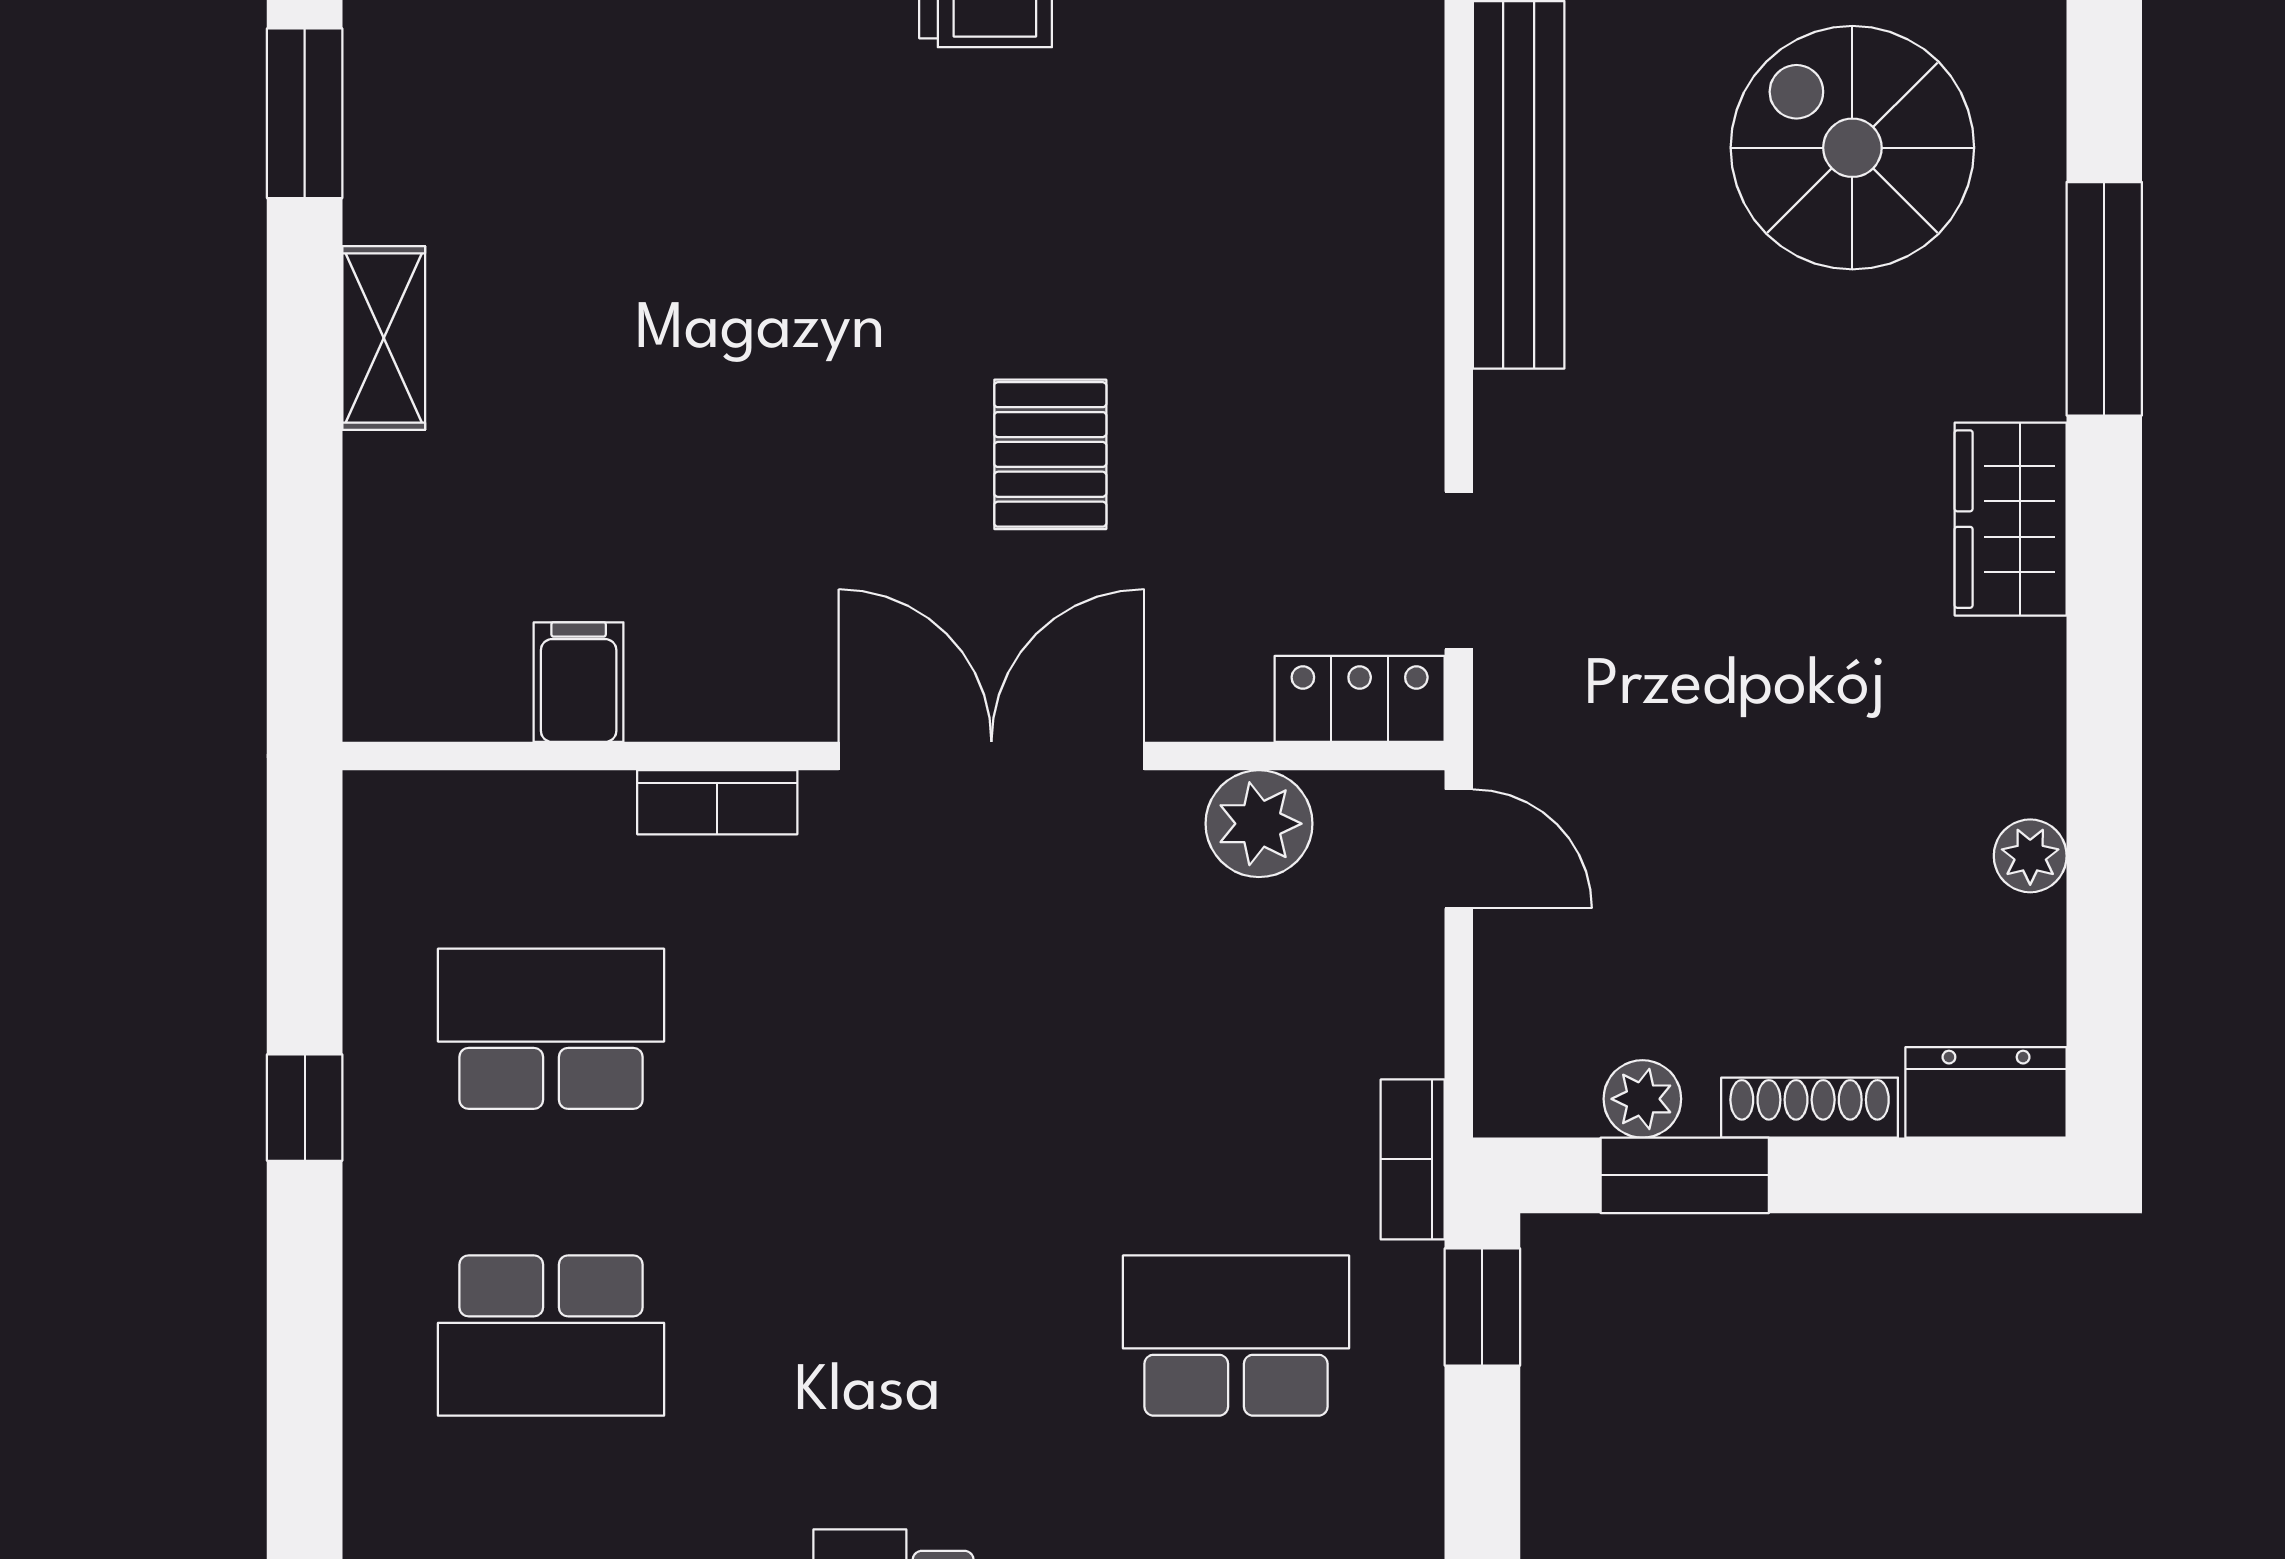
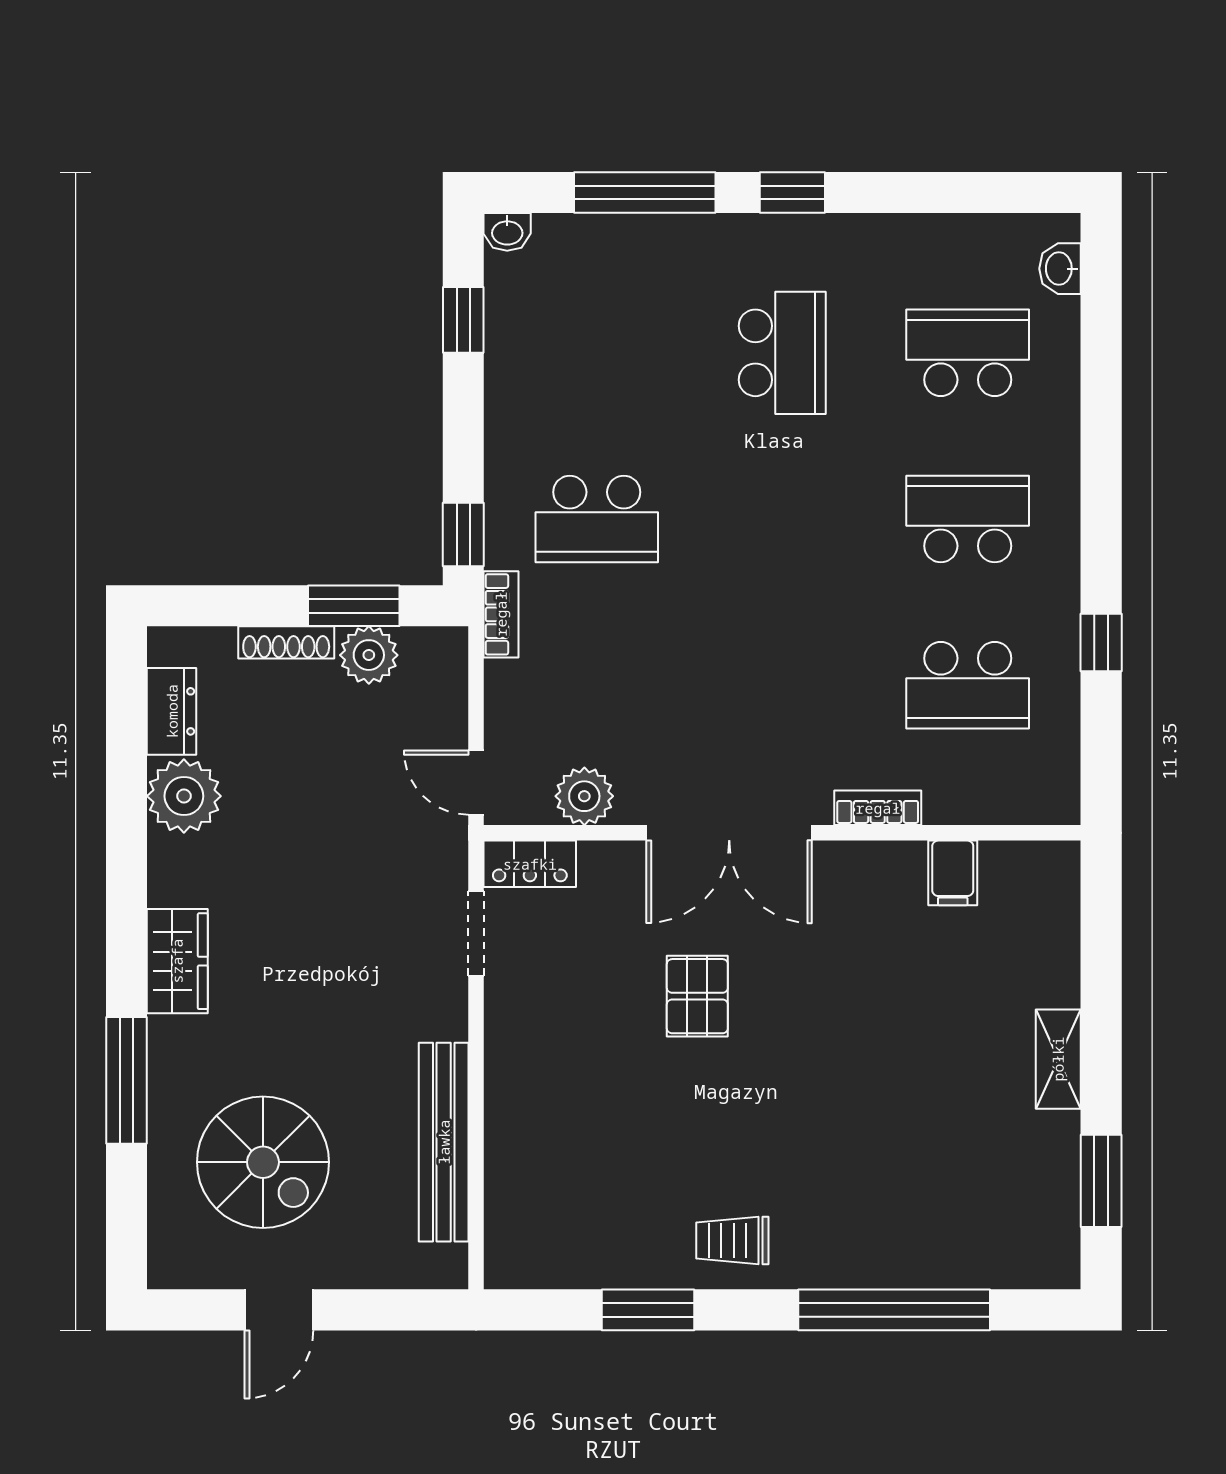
plant: (2030, 856) -> (184, 796), width x1.88, depth x1.88
dresser: (1986, 1092) -> (172, 711), moved, turned -90
plant: (1642, 1099) -> (369, 655), width x1.38, depth x1.38

